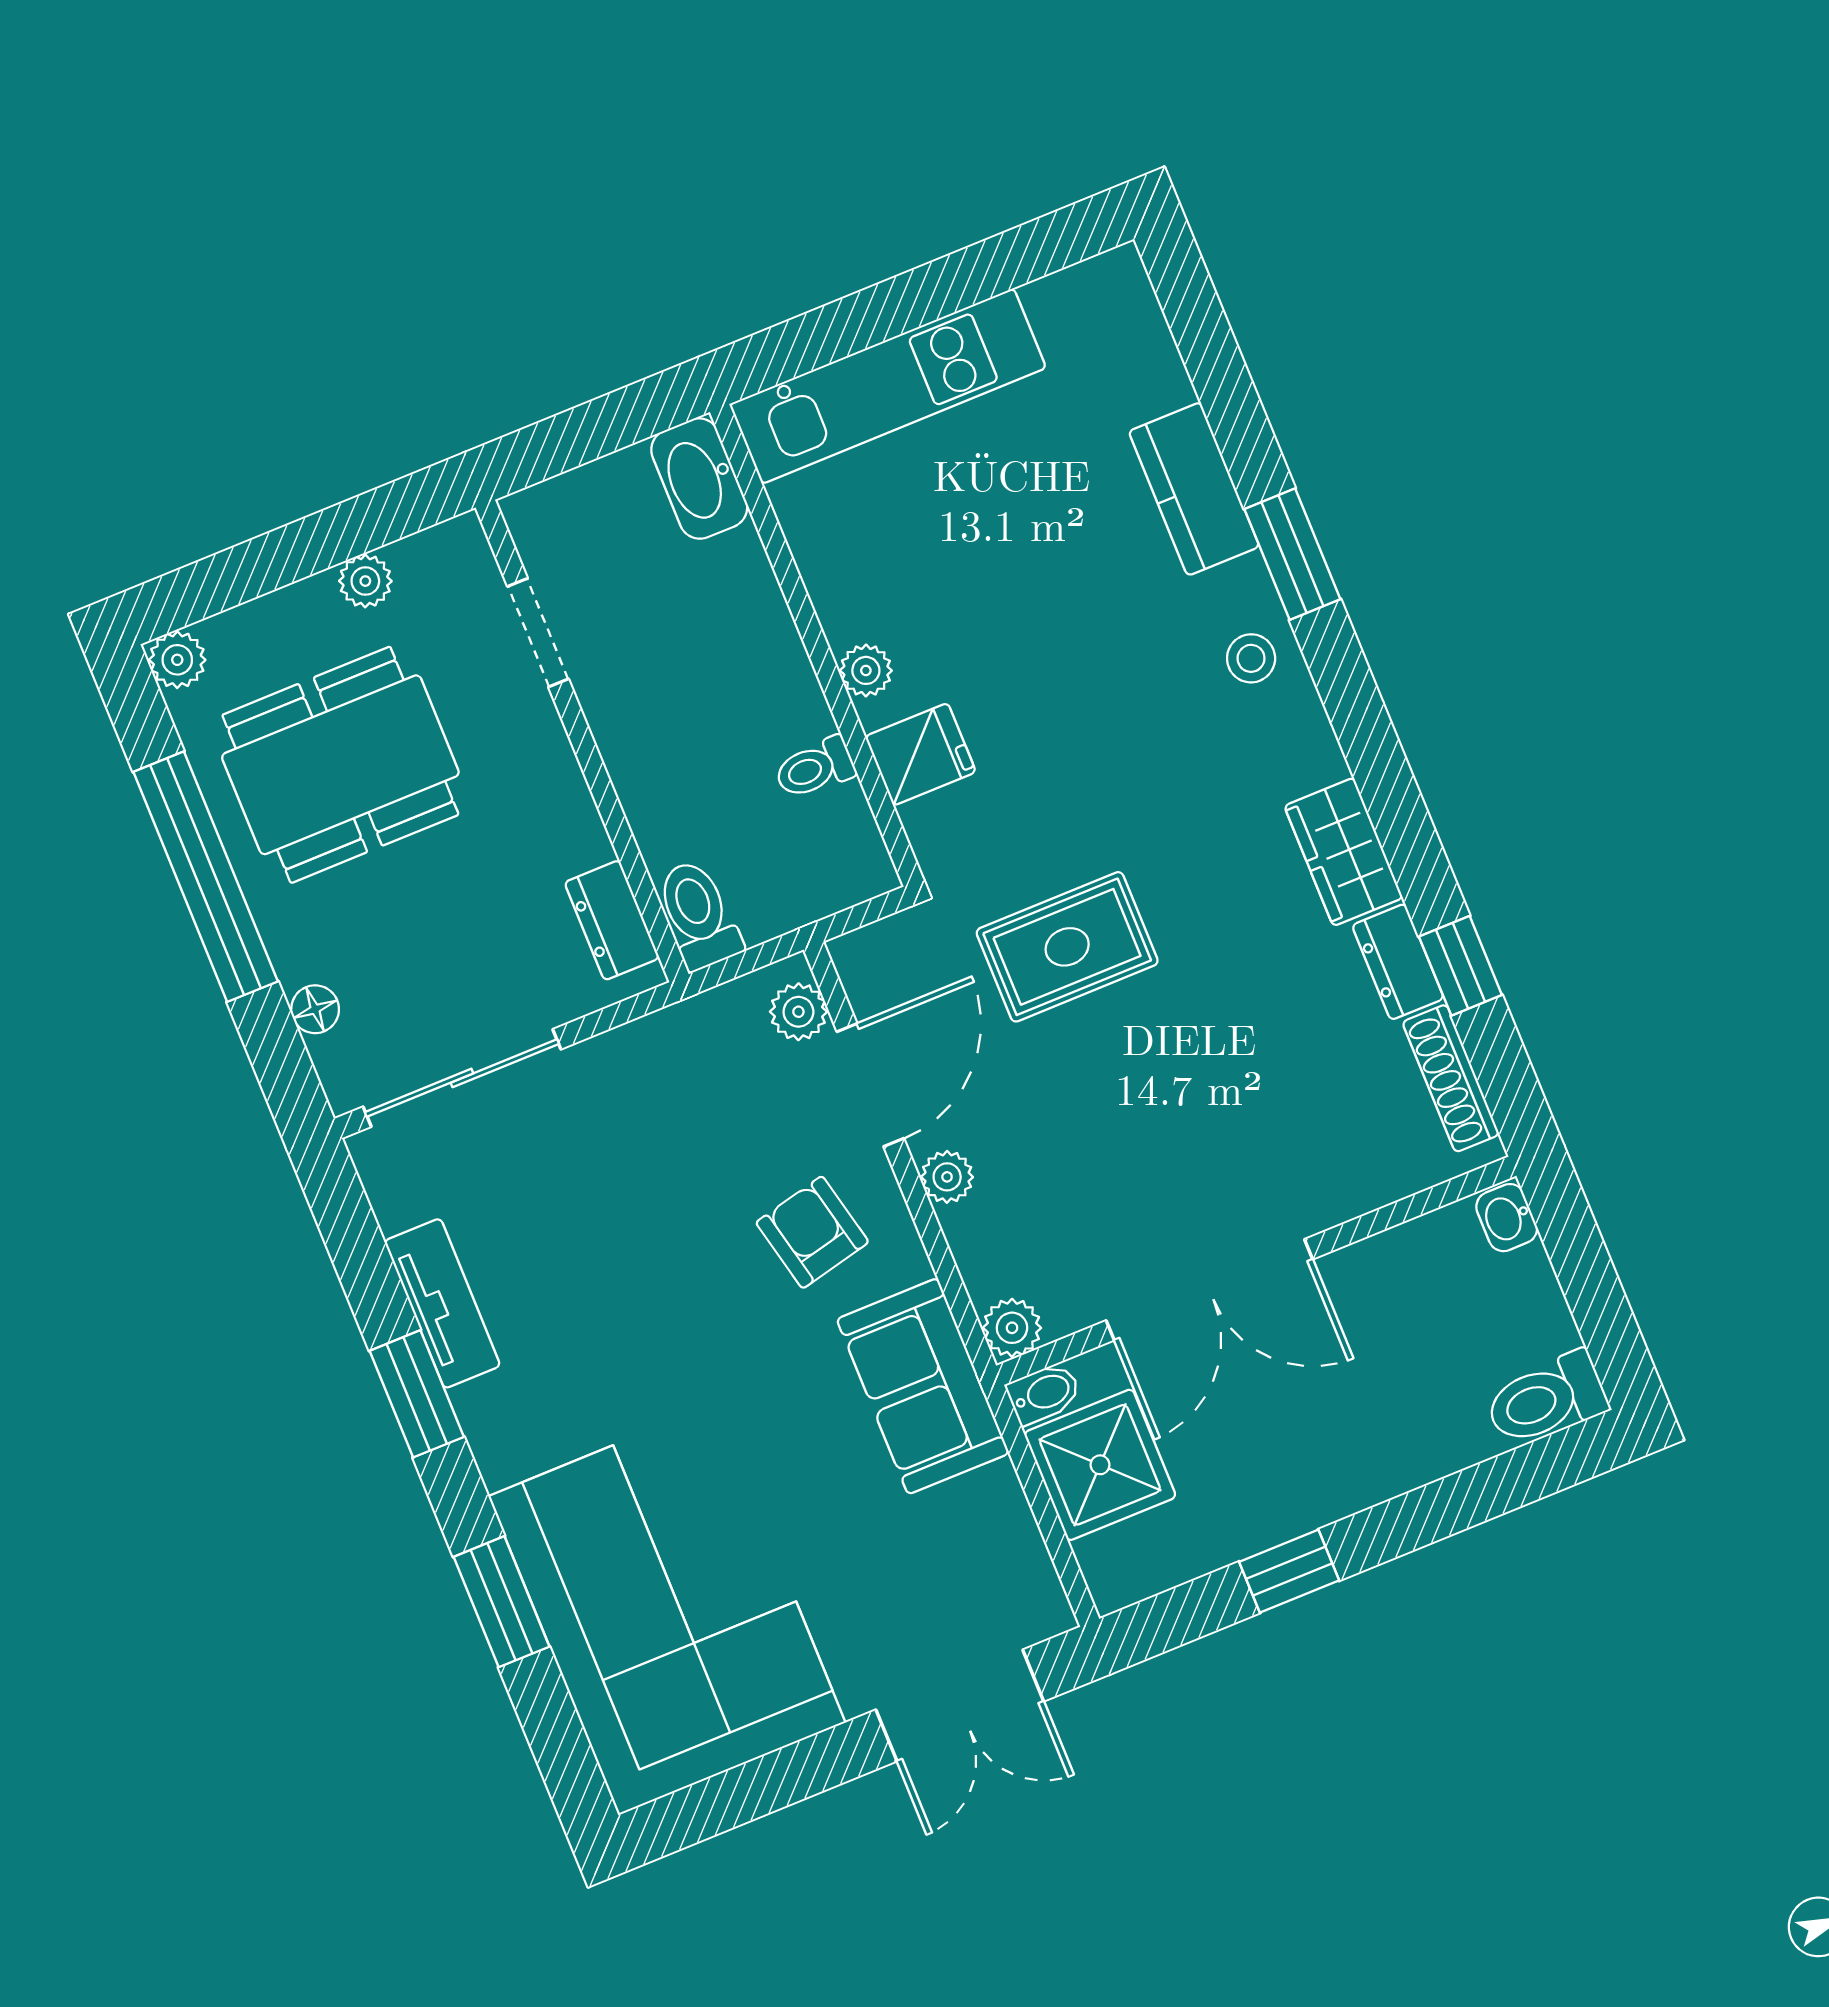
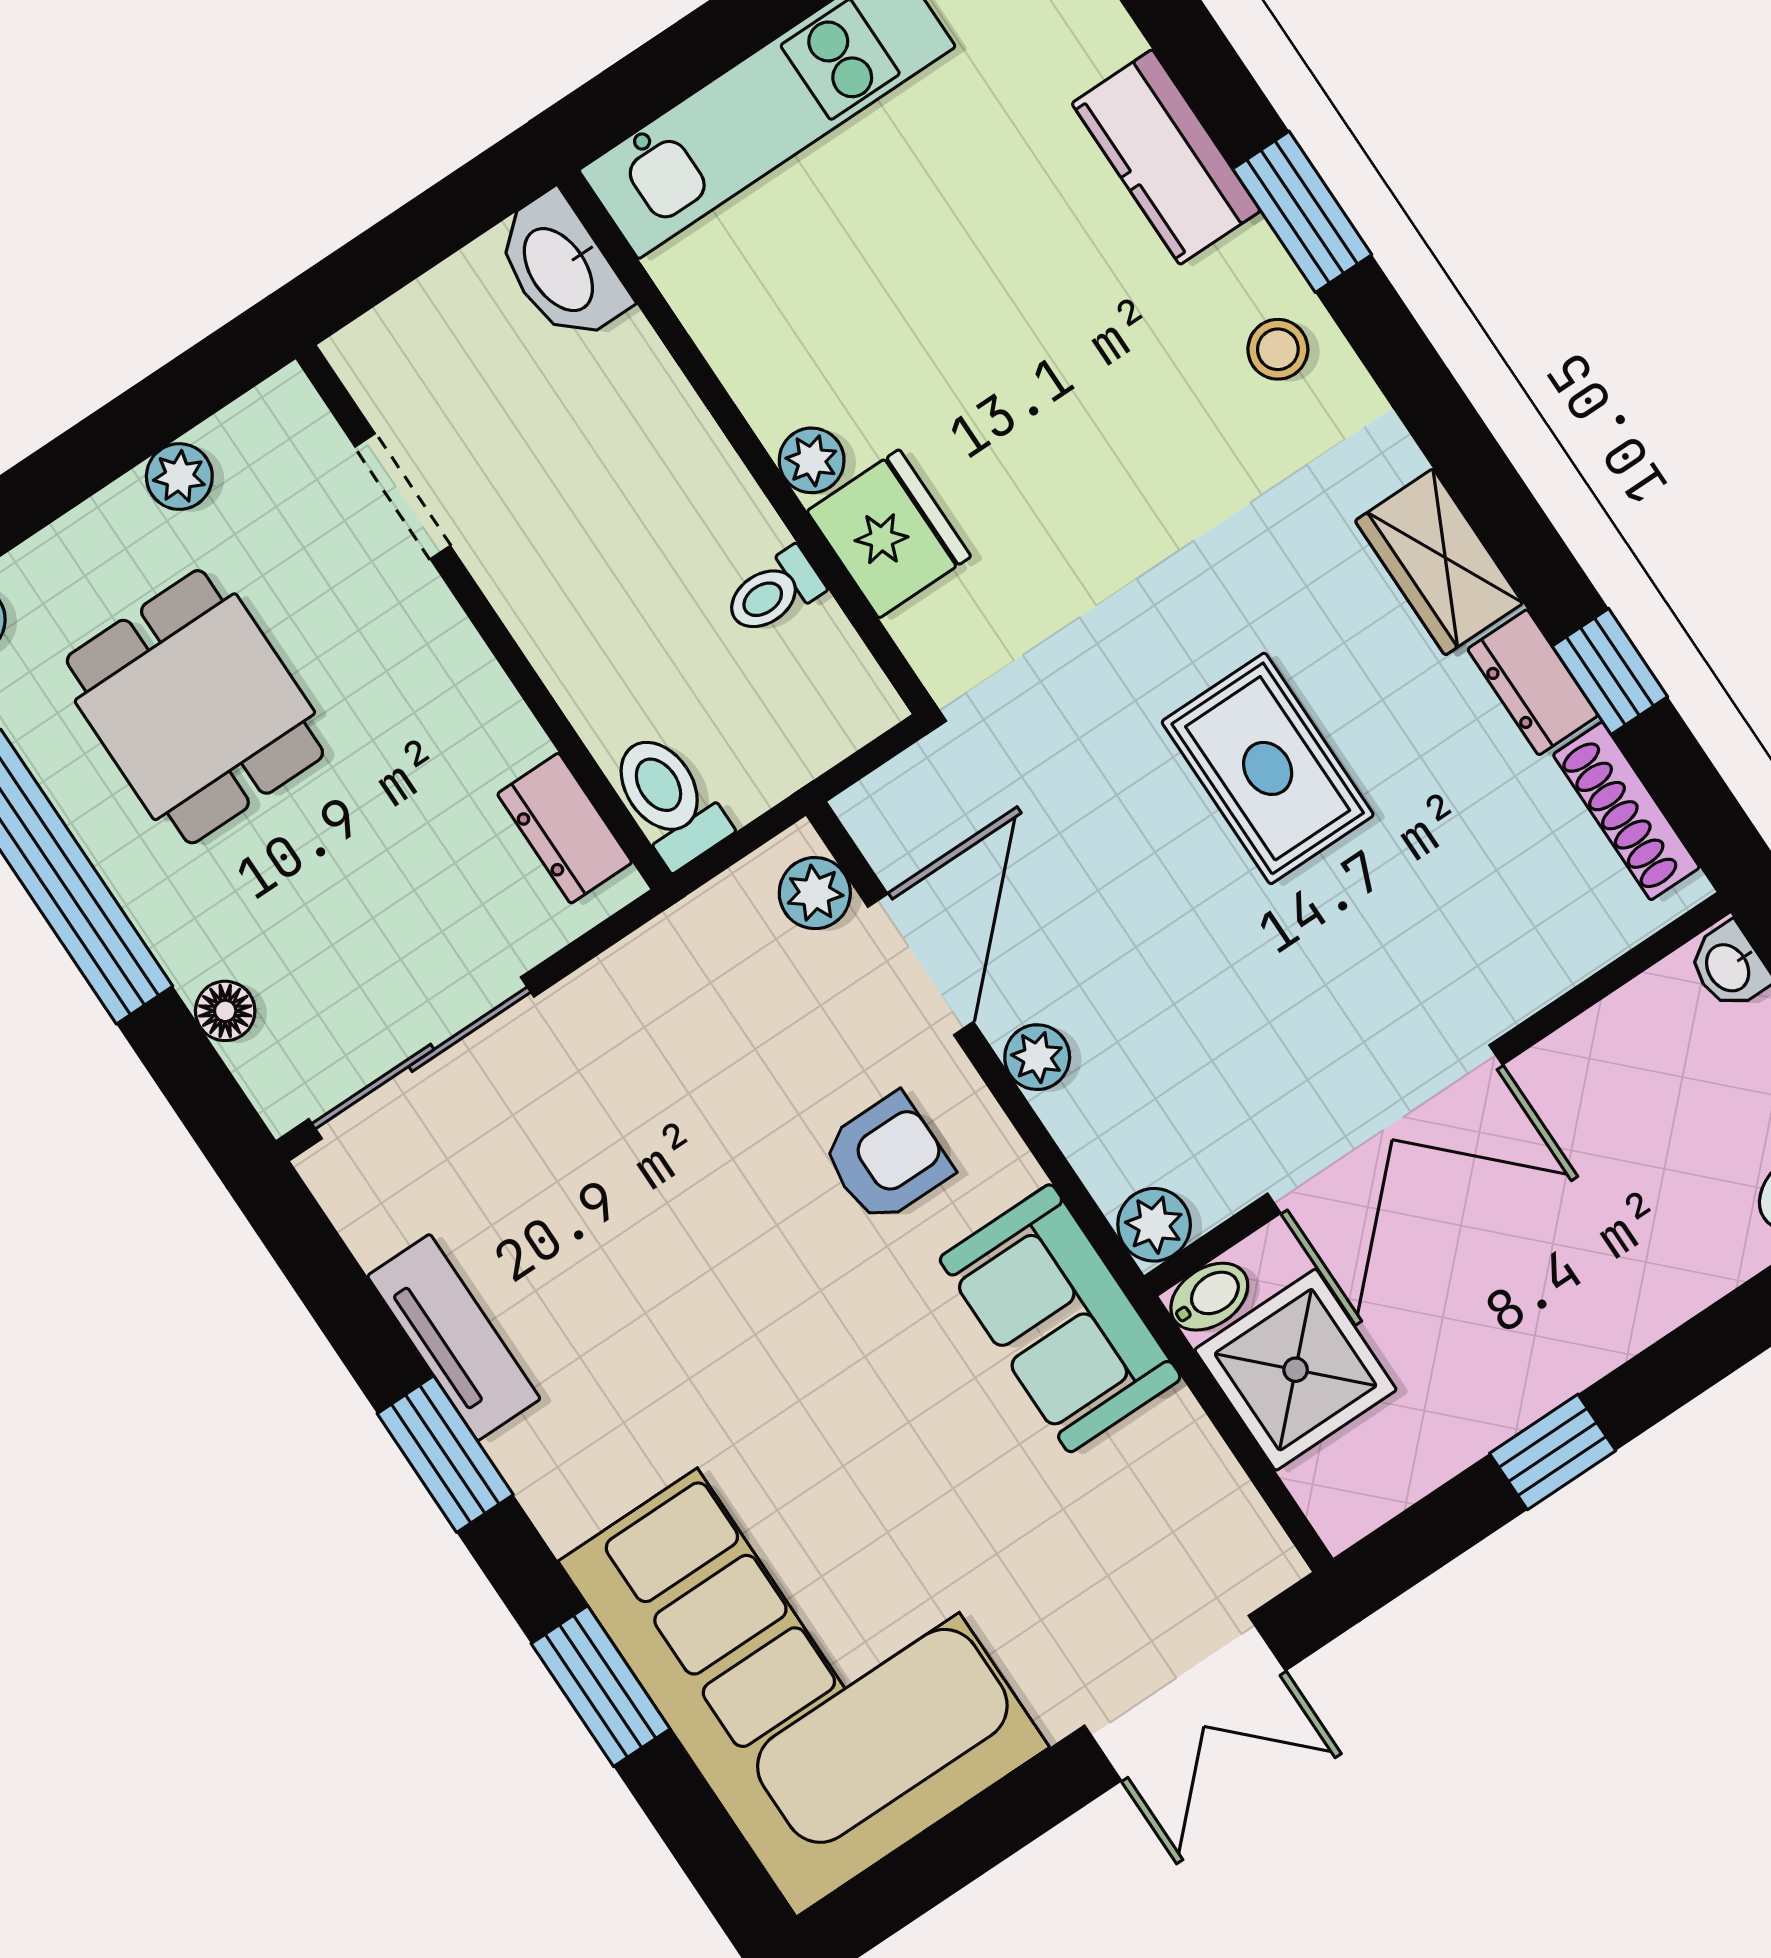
fridge: (920, 754) -> (889, 534), width x1.38
dining table: (340, 765) -> (195, 707), width x0.73
rug: (1067, 947) -> (1268, 768), moved, turned 90
armchair: (812, 1232) -> (887, 1158), turned 103

